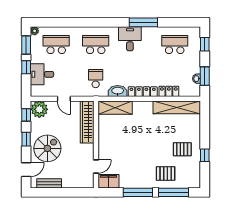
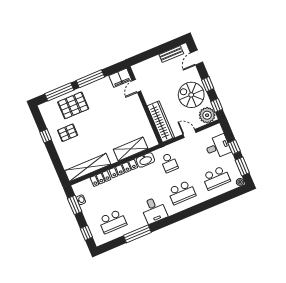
window: (143, 22) -> (137, 234), moved
shelving: (115, 108) -> (131, 149), moved
spiral stairs: (47, 148) -> (191, 95), moved, turned 90
pallet: (166, 174) -> (73, 105), width x1.50, depth x1.42

